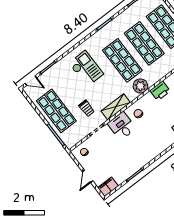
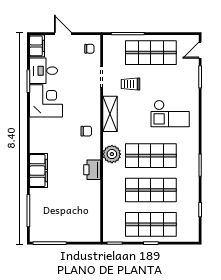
desk: (122, 126) -> (44, 71), moved, turned 180
corner desk: (139, 154) -> (46, 101), added

